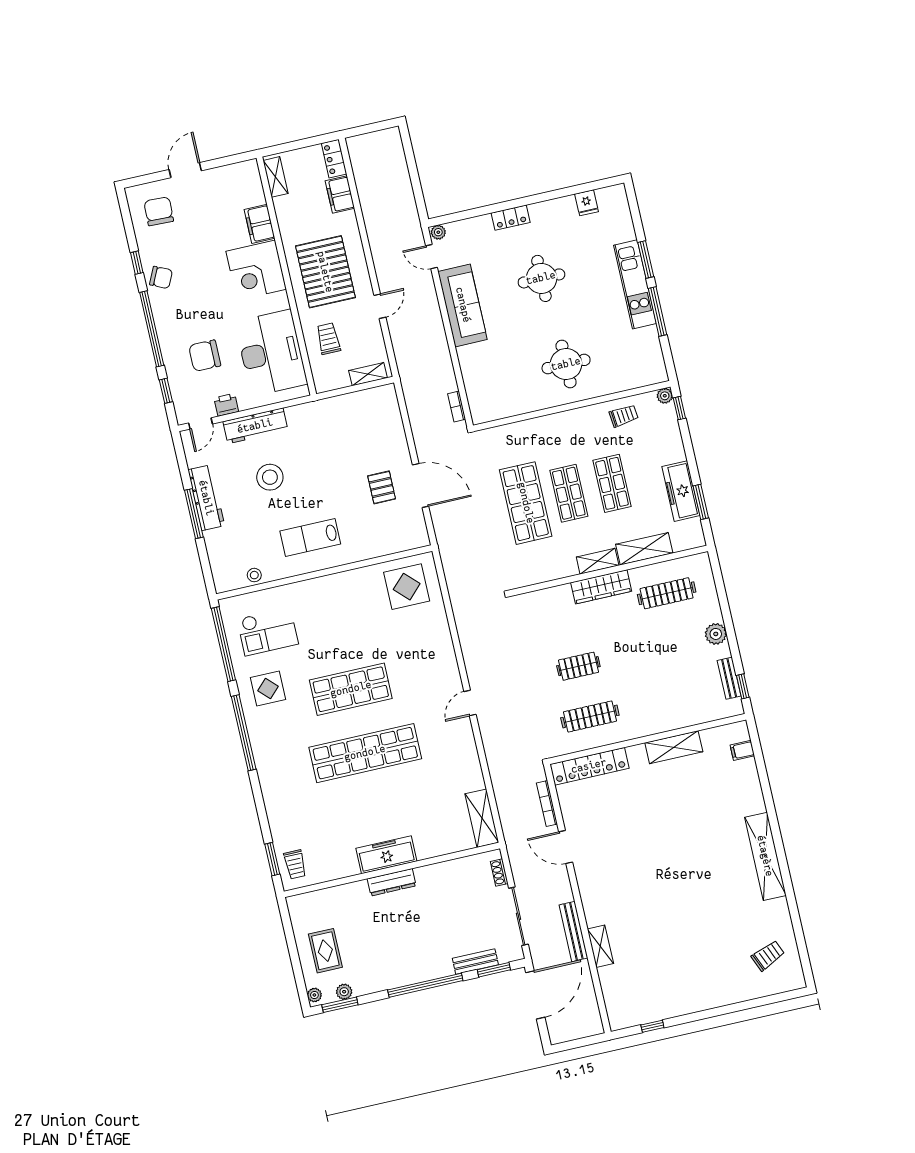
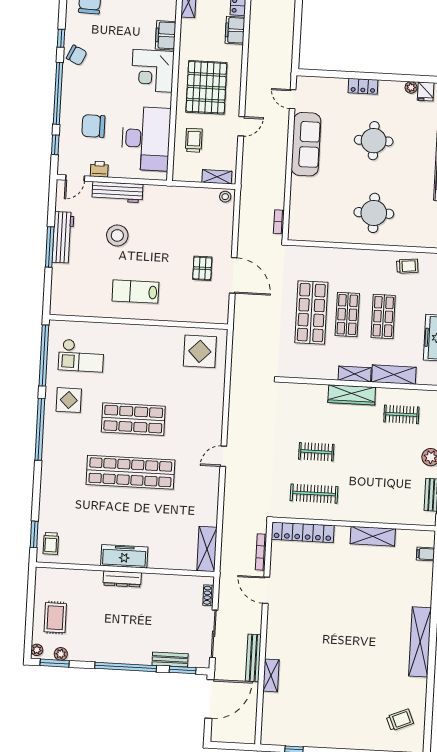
plant: (438, 232) -> (411, 87), moved
stool: (254, 575) -> (225, 197), moved
clothes rail: (667, 593) -> (401, 414), width x0.73

